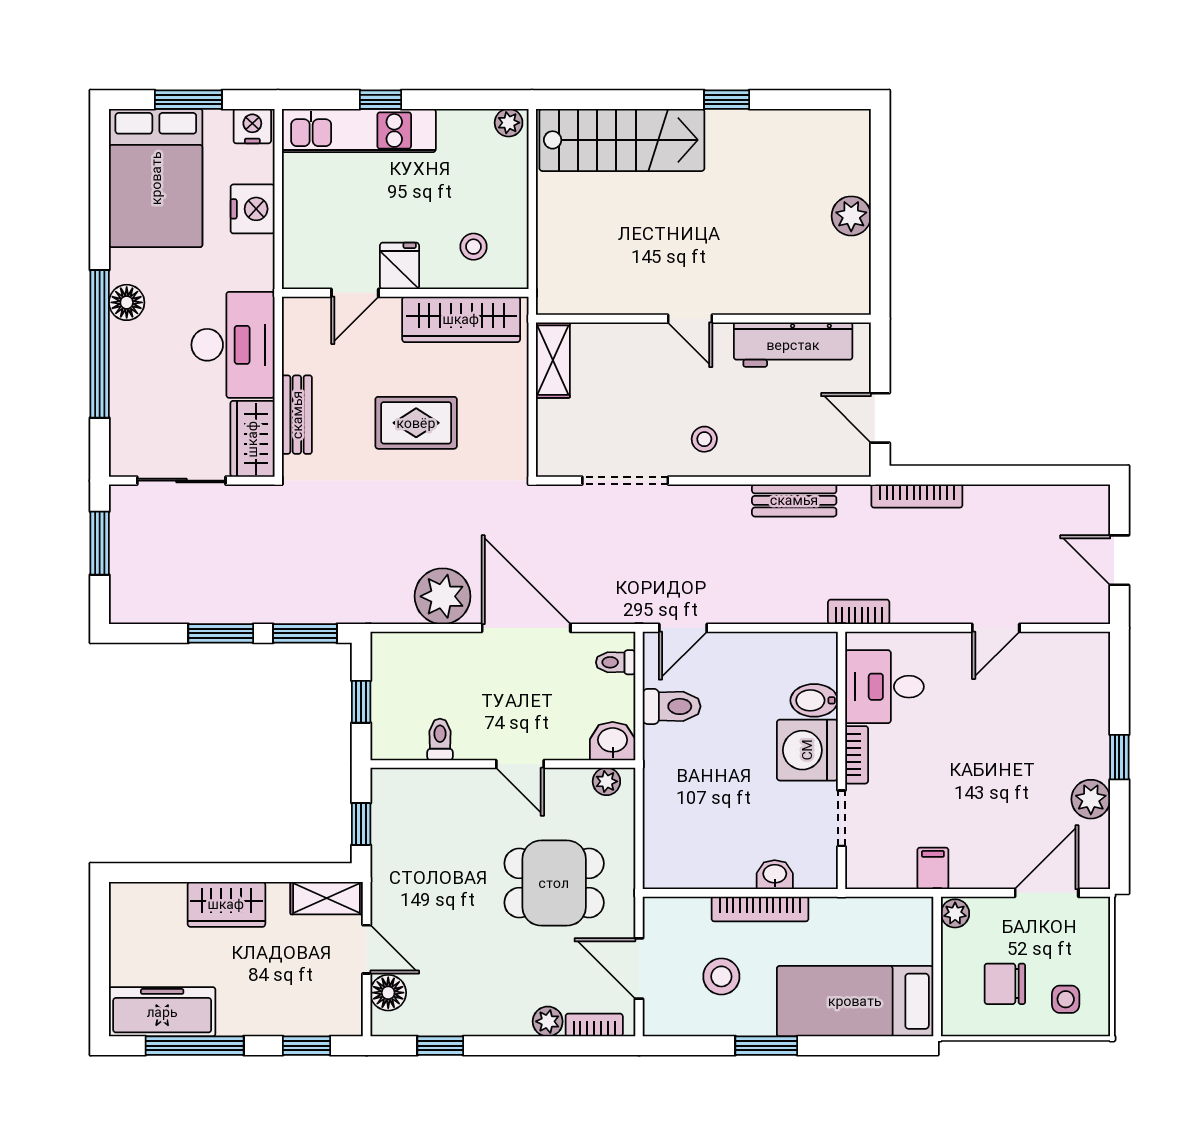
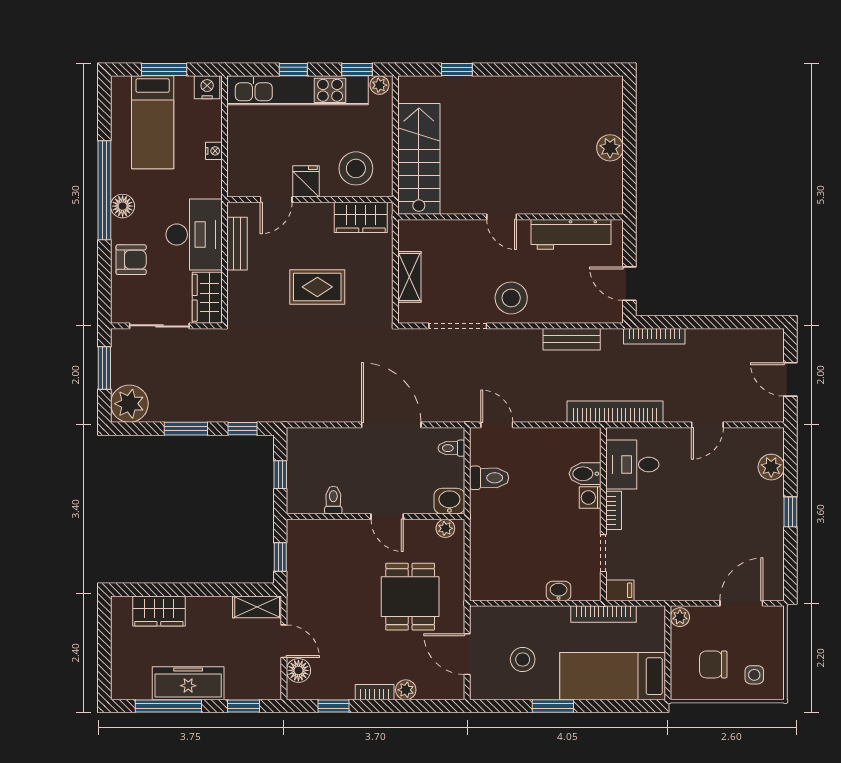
window: (475, 100) -> (357, 70), added
window: (727, 100) -> (457, 70), moved
kitchen unit: (359, 130) -> (298, 90), width x1.36
stairs: (622, 140) -> (419, 159), moved, turned -90
bed: (156, 178) -> (153, 122), width x0.67
nightstand: (253, 209) -> (214, 151), width x0.53, depth x0.56
stool: (474, 247) -> (356, 168), width x1.89, depth x1.89
wardrobe: (461, 319) -> (361, 217), width x0.67
window: (100, 344) -> (104, 190), moved
shelving: (553, 360) -> (409, 277), moved
armchair: (139, 382) -> (131, 260), added
bench: (297, 415) -> (237, 244), moved
stool: (704, 439) -> (511, 298), width x1.89, depth x1.89
plant: (443, 596) -> (129, 404), moved
bookcase: (859, 612) -> (615, 412), width x2.31, depth x1.31
door: (683, 628) -> (497, 425), swing flipped
window: (305, 633) -> (242, 429), width x0.67
washing machine: (807, 750) -> (590, 498), width x0.53, depth x0.53
plant: (1091, 799) -> (771, 467), moved
filing cabinet: (933, 868) -> (620, 590), moved, turned 90
dining table: (554, 883) -> (410, 597), turned 90
wardrobe: (226, 904) -> (159, 611), moved
bookcase: (760, 909) -> (603, 614), moved
freezer: (162, 1012) -> (188, 683), moved
bookcase: (594, 1025) -> (375, 692), moved

